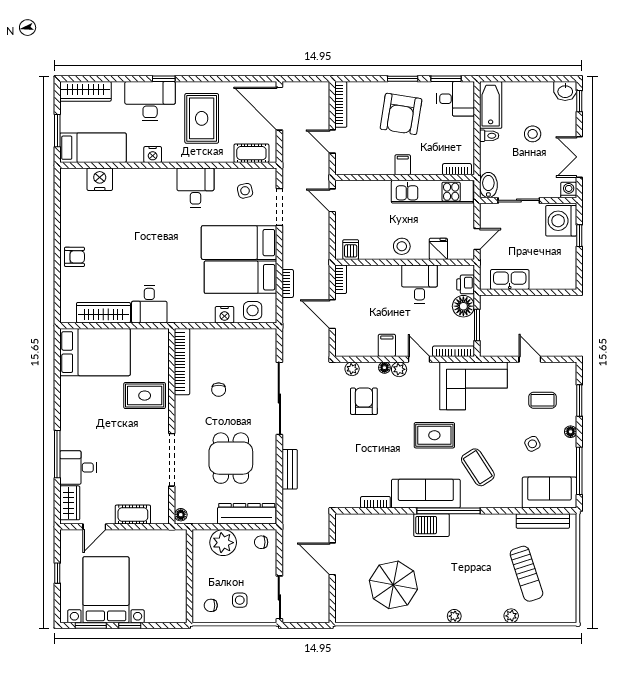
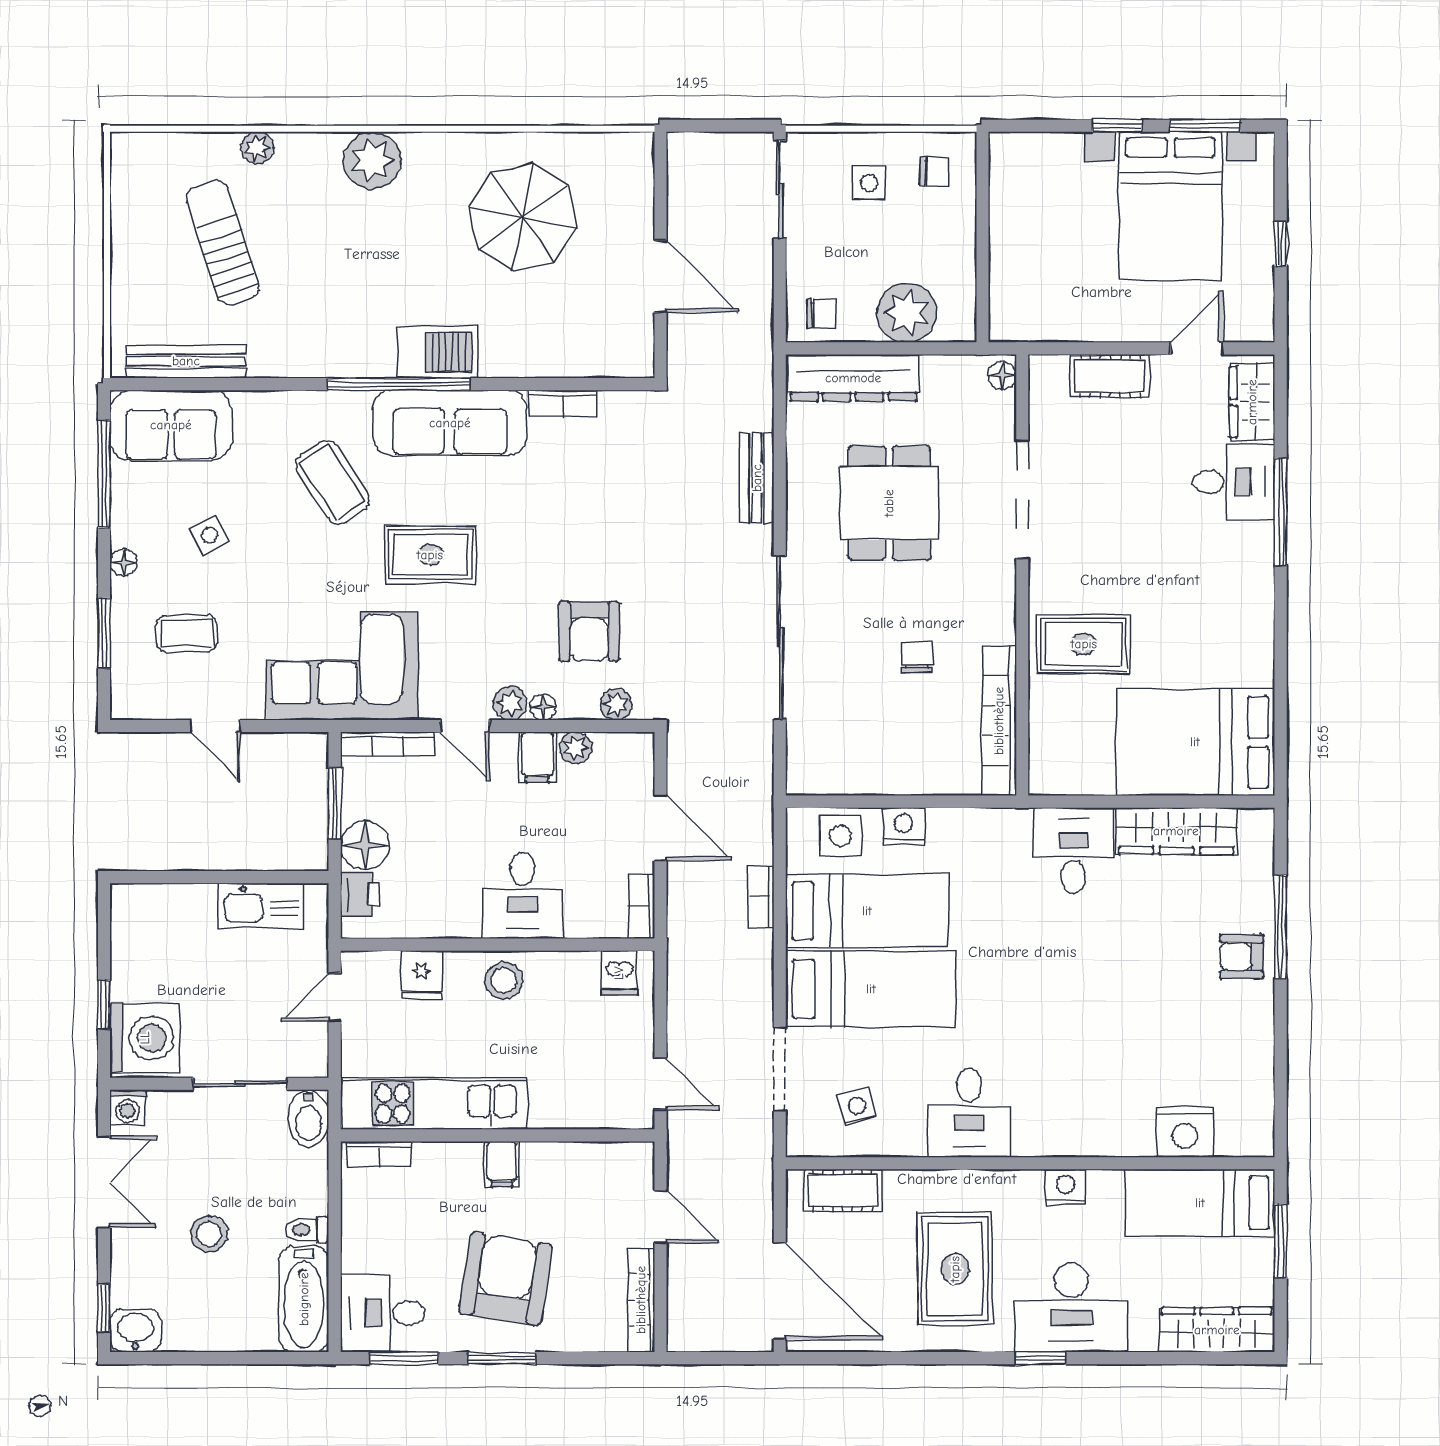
window: (57, 270) -> (1281, 927), added
desk: (419, 284) -> (522, 896), moved
plant: (370, 349) -> (576, 748), added
plant: (454, 616) -> (372, 160), width x1.87, depth x1.87

